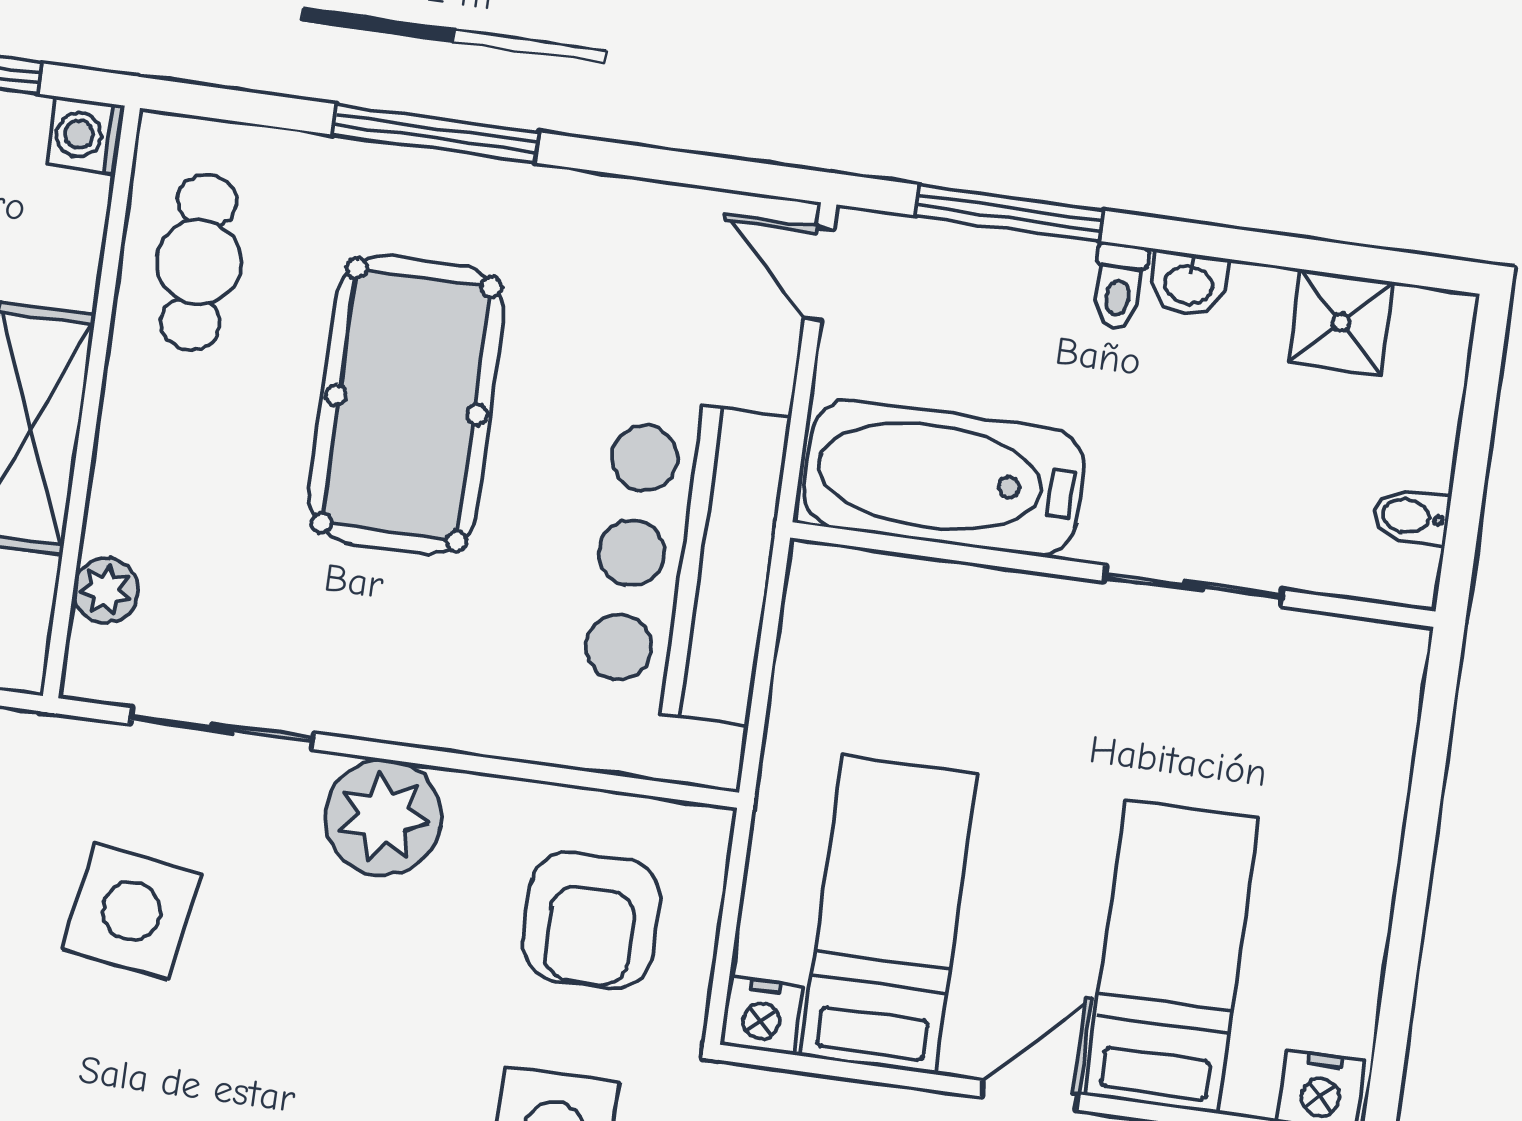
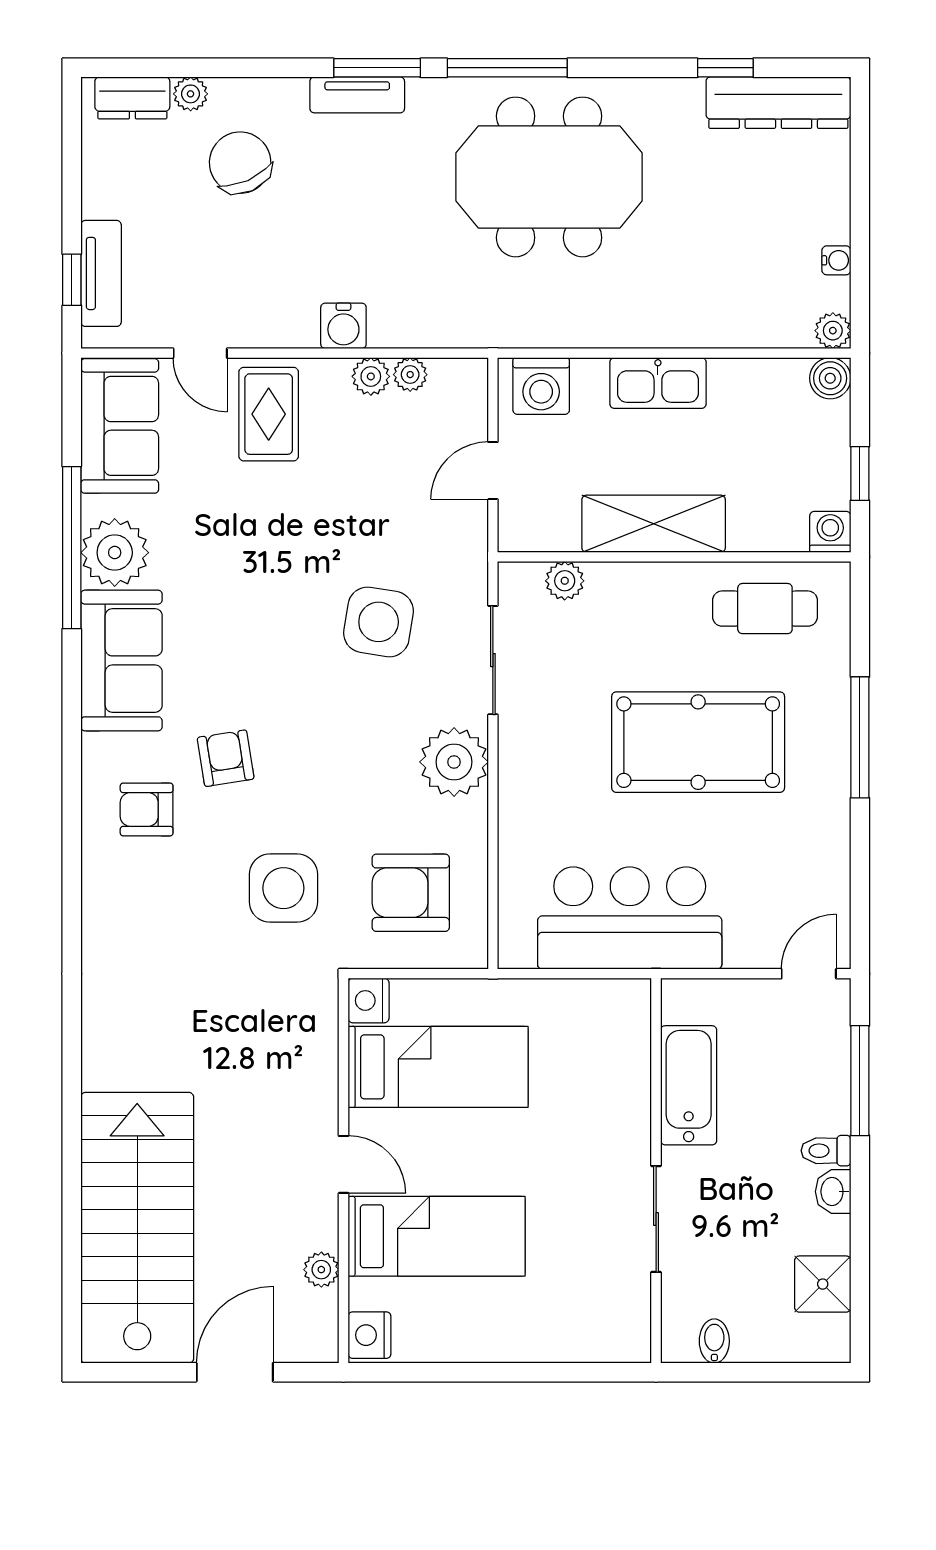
bathtub: (944, 478) -> (689, 1085), width x0.73, depth x0.73

